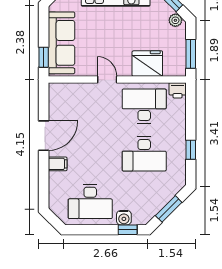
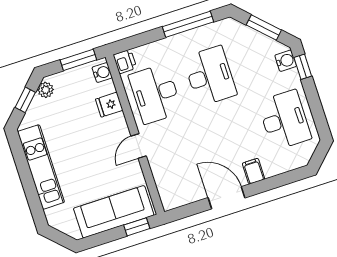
fridge: (147, 64) -> (109, 105), width x0.53, depth x0.75
water cooler: (175, 70) -> (102, 72), added
window: (191, 150) -> (188, 24), width x2.17
water cooler: (124, 218) -> (286, 61), moved

